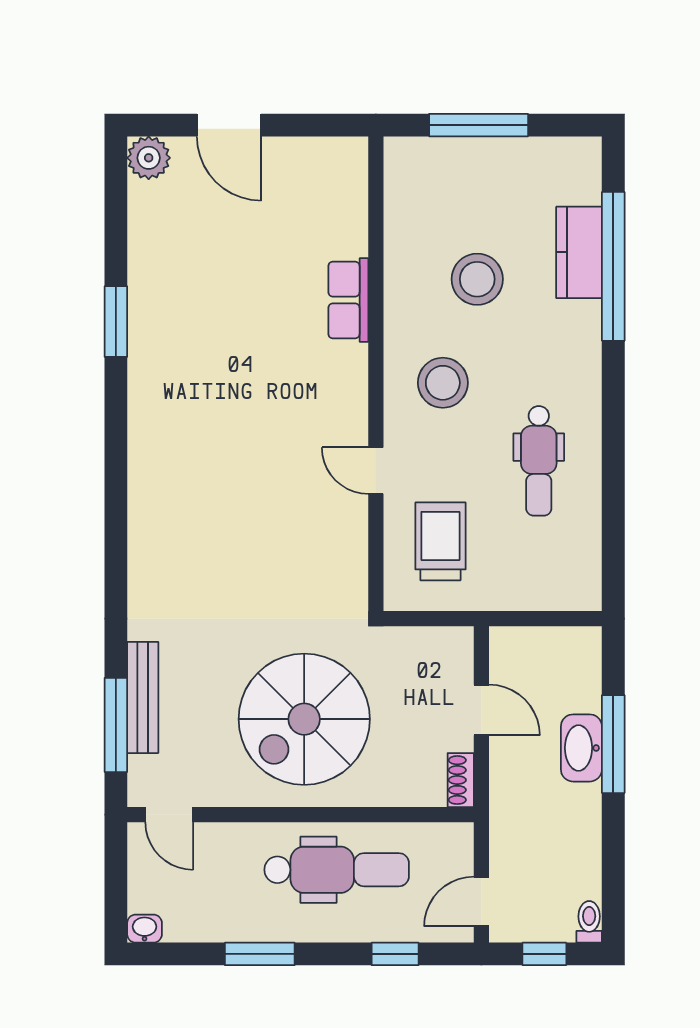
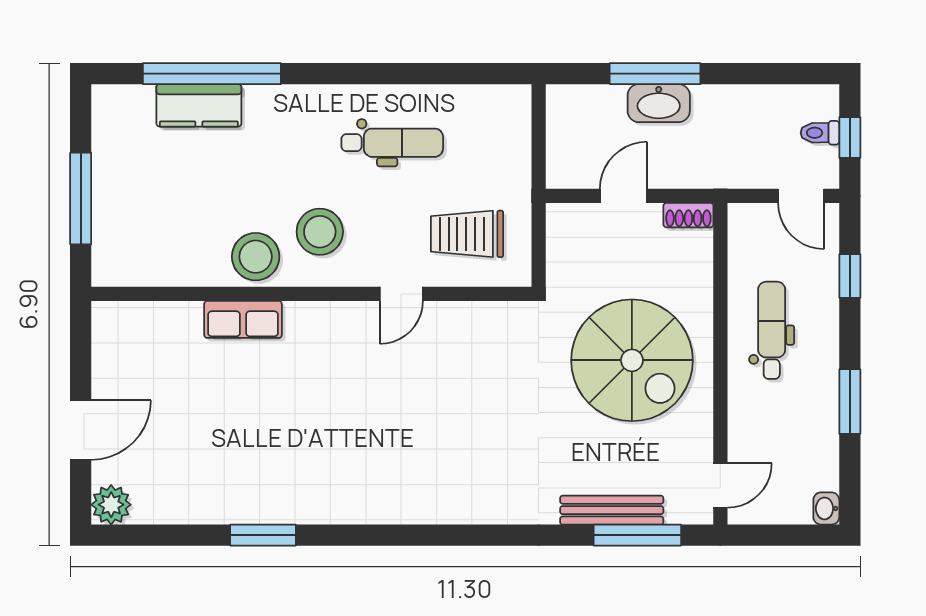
stool: (477, 279) -> (256, 257), moved
dental chair: (337, 870) -> (772, 330), width x0.73, depth x0.72
toilet: (589, 922) -> (820, 133), moved

